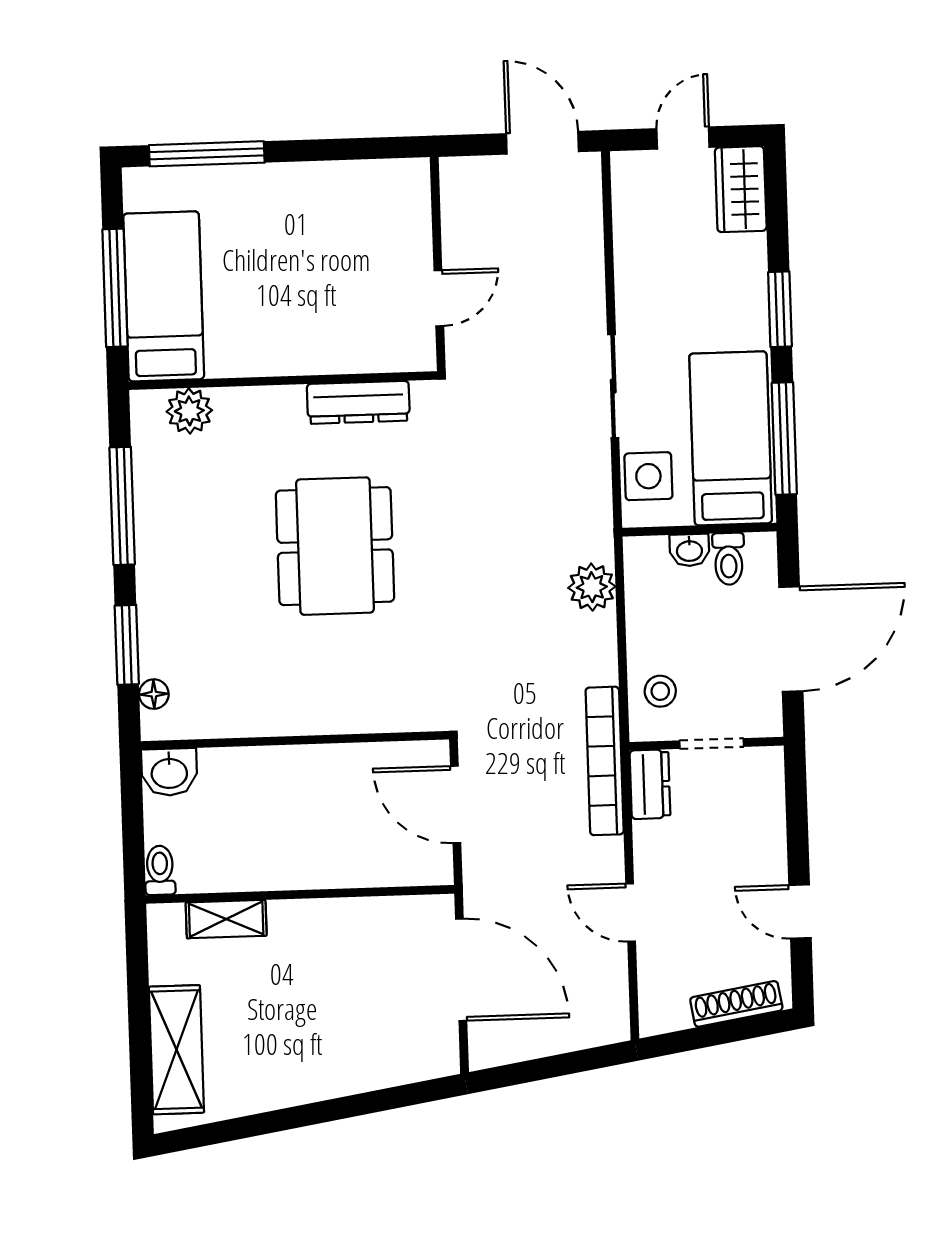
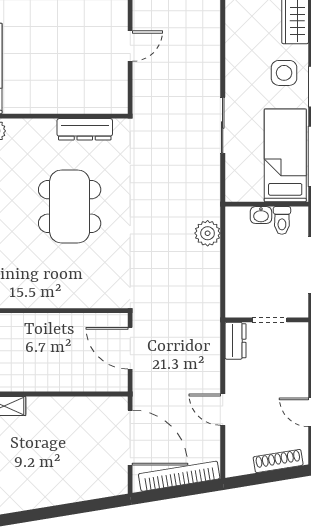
door: (439, 298) -> (130, 46), moved
side table: (648, 476) -> (284, 73), moved
stool: (660, 691) -> (243, 291), removed
bookcase: (605, 761) -> (179, 476), moved, turned 81

